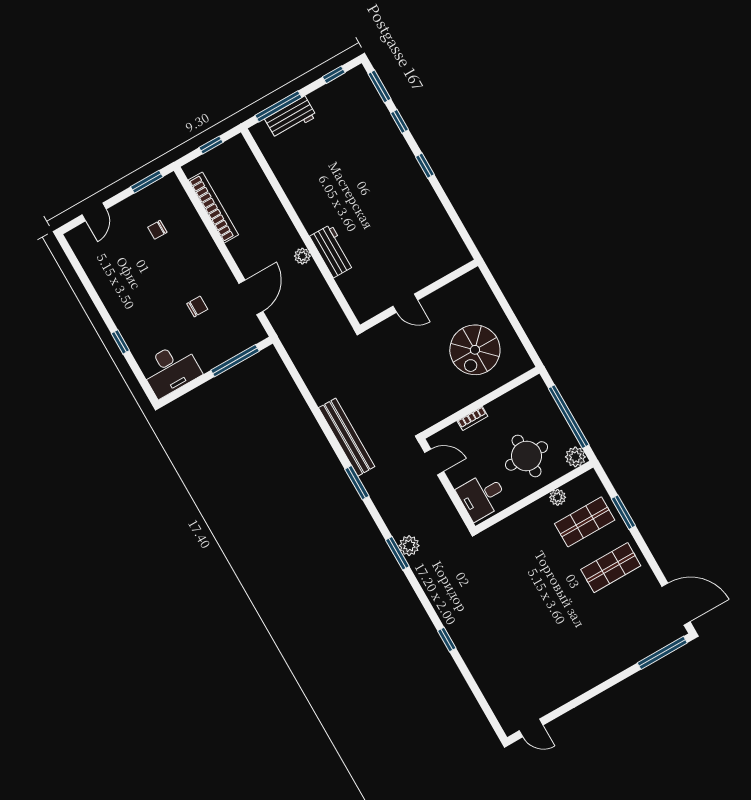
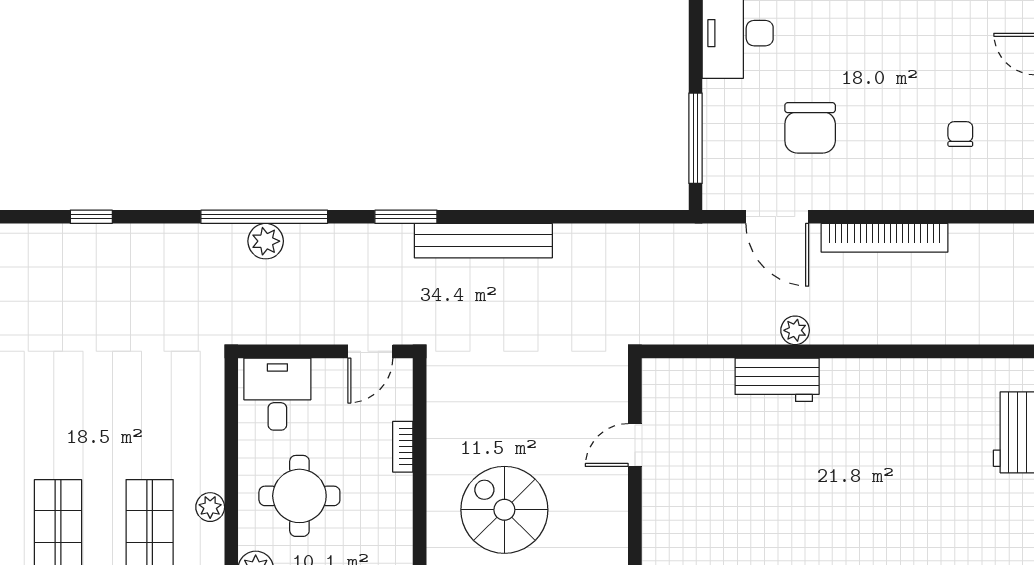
bookcase: (213, 207) -> (884, 238), moved
chair: (197, 306) -> (810, 128), width x1.87, depth x1.87
window: (397, 553) -> (264, 217), width x2.11

